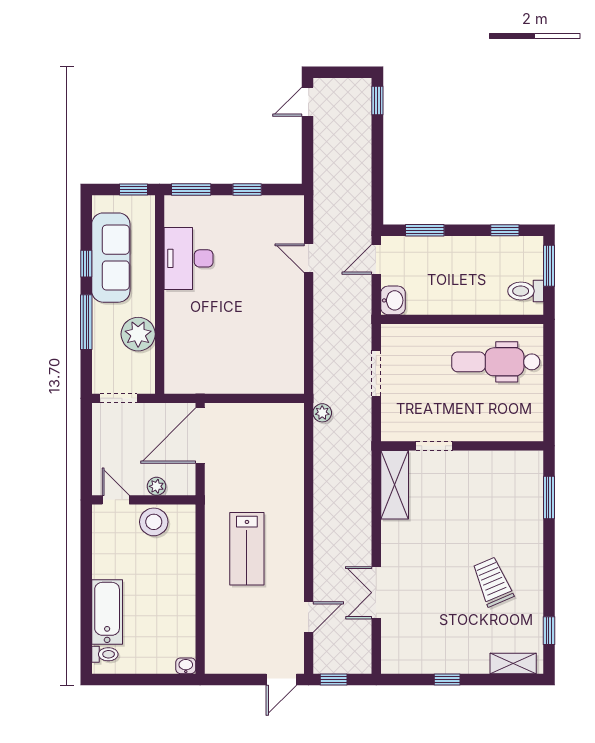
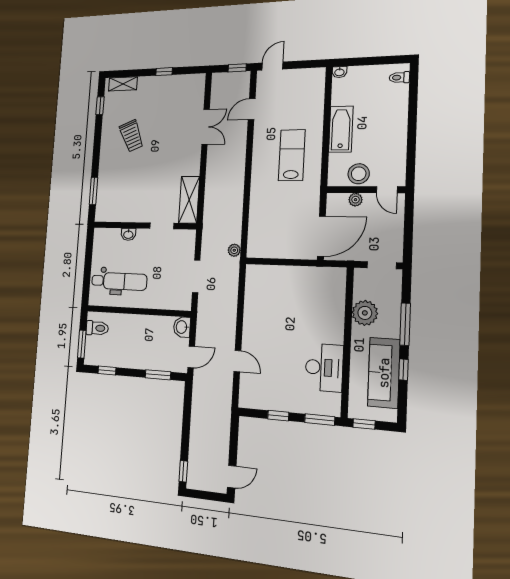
washbasin: (486, 432) -> (128, 234), added
bathtub: (107, 612) -> (341, 129), moved, turned 180

